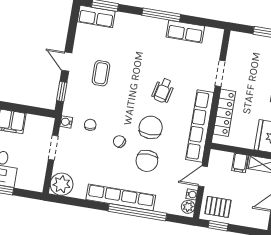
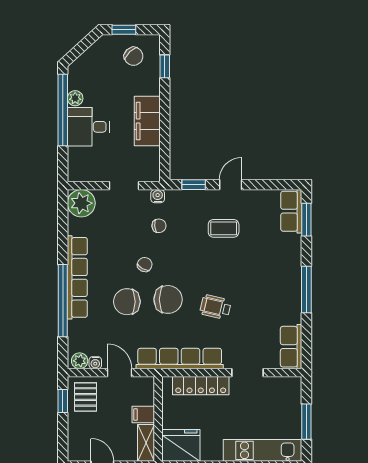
row of seats: (185, 32) -> (291, 347), moved

